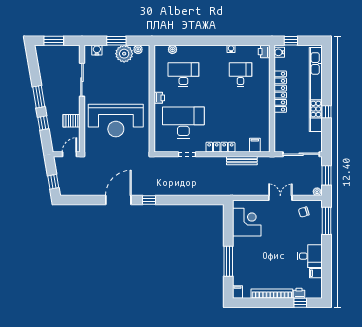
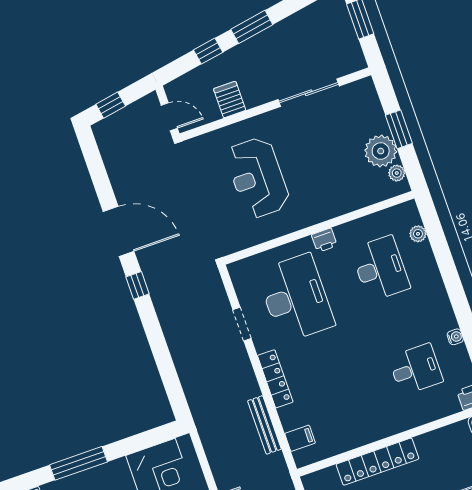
water cooler: (97, 50) -> (370, 101), removed
locker: (280, 92) -> (377, 462), moved
reception desk: (116, 120) -> (258, 178), width x0.74, depth x0.77

